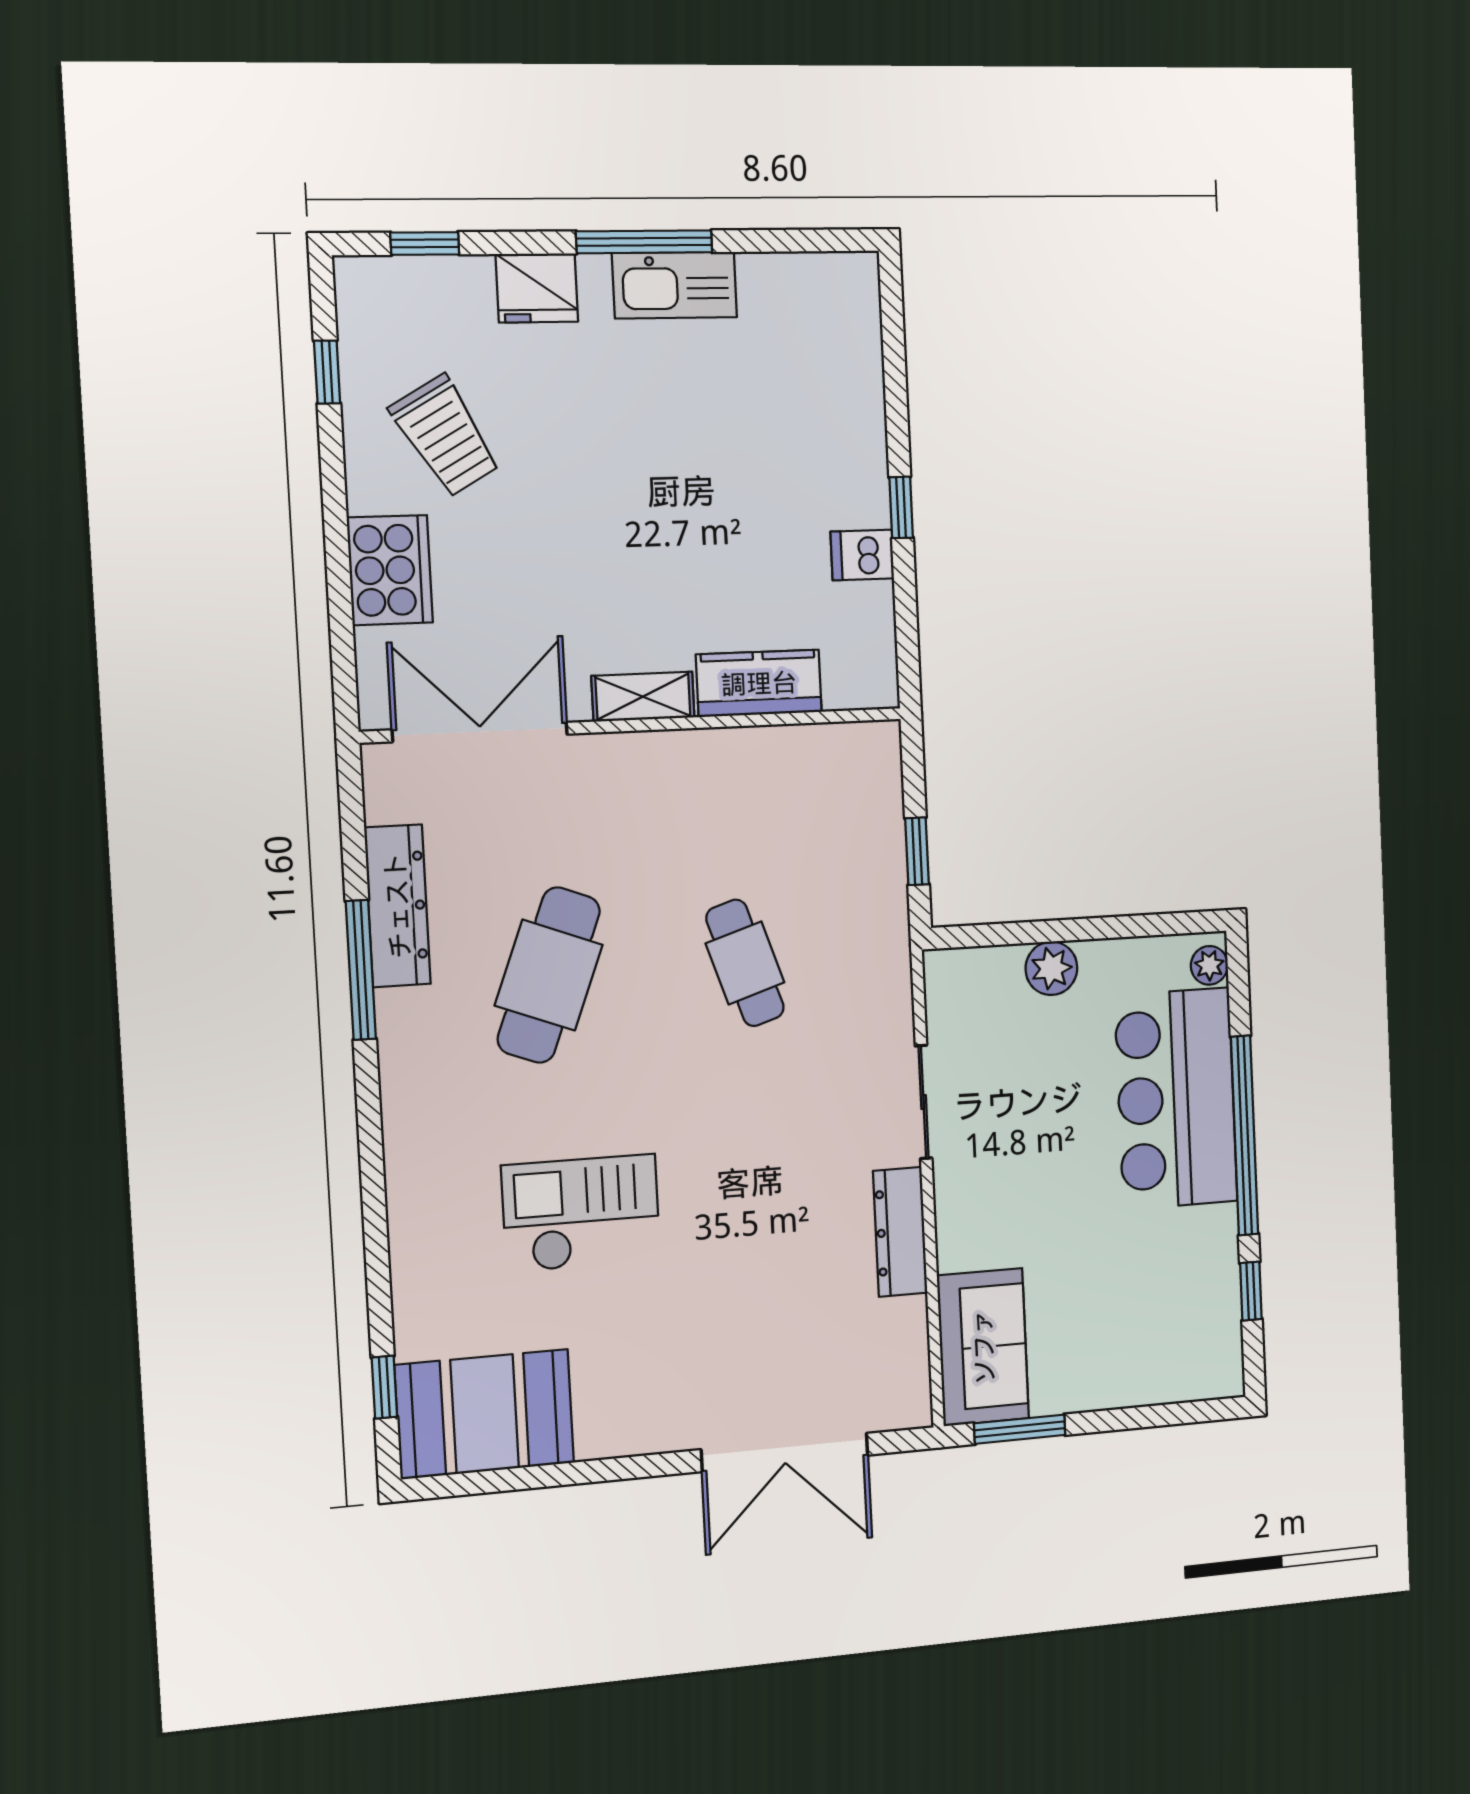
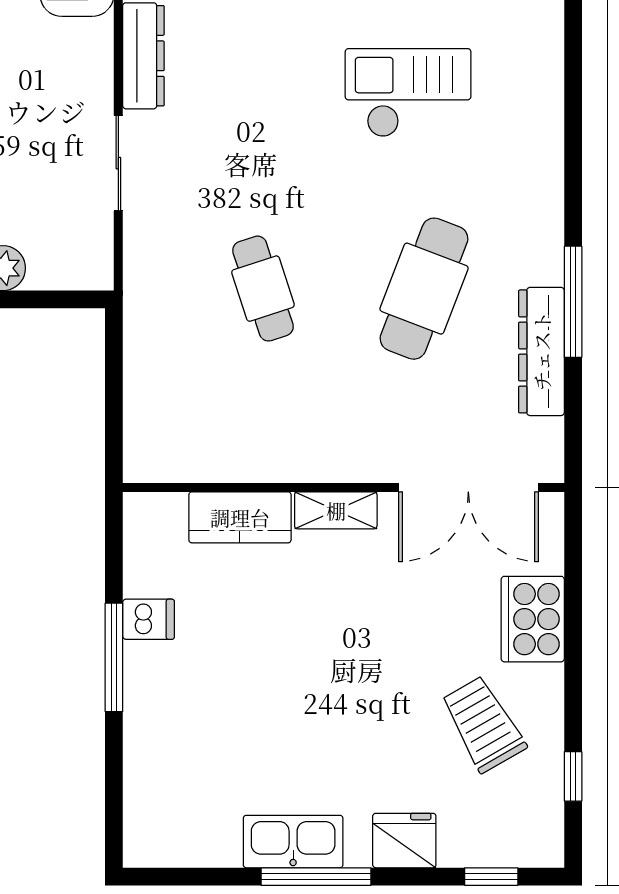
window: (901, 507) -> (114, 657), width x2.17
window: (917, 851) -> (114, 373), removed
checkout: (581, 1213) -> (408, 93), turned 180

